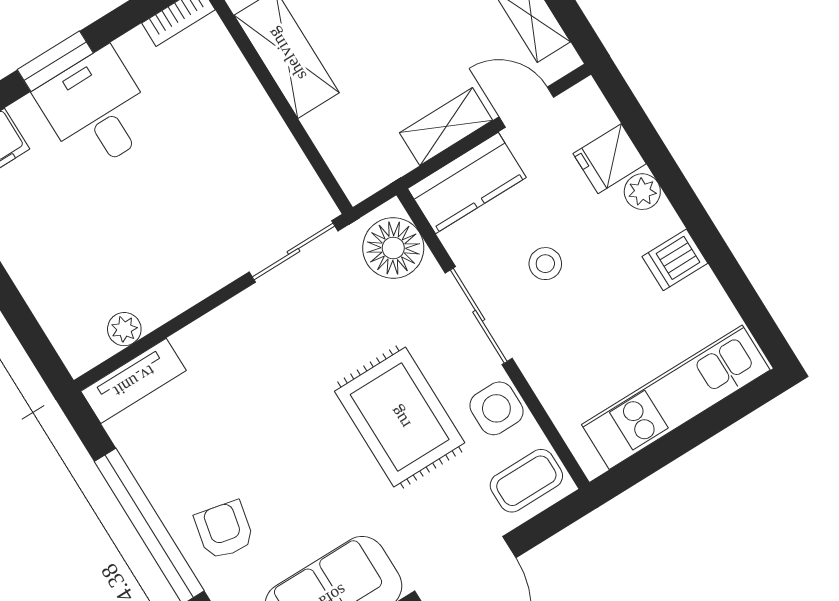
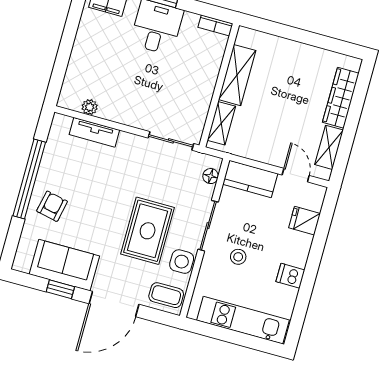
shelving: (446, 127) -> (221, 123), moved, turned 90
plant: (642, 192) -> (304, 243), removed
floor lamp: (393, 248) -> (211, 176), width x0.53, depth x0.53
stool: (545, 264) -> (238, 257), moved
tv unit: (134, 381) -> (94, 132), moved

